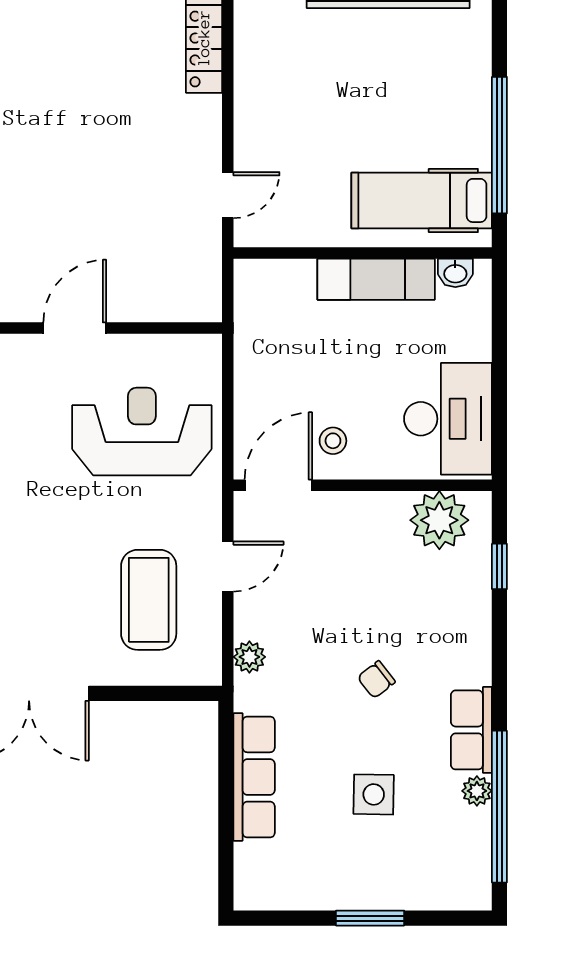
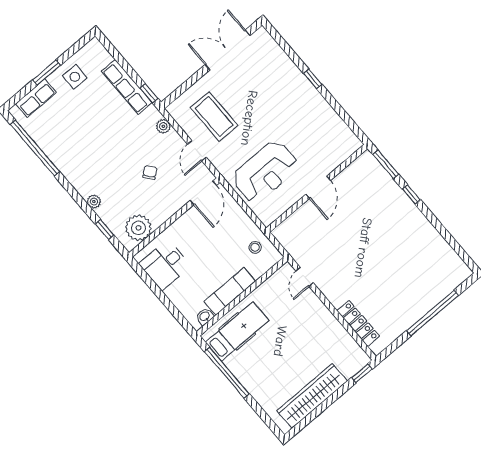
desk: (448, 419) -> (165, 265), width x0.73
stool: (333, 441) -> (255, 247), moved
chair: (376, 680) -> (150, 172), moved
row of seats: (471, 730) -> (36, 98), moved, turned 90
window: (226, 734) -> (149, 93), added
plant: (477, 791) -> (94, 202), moved
side table: (374, 794) -> (75, 77), moved

